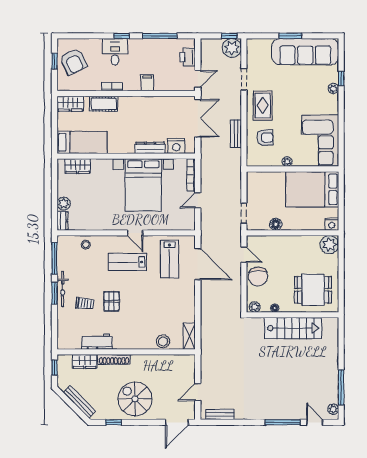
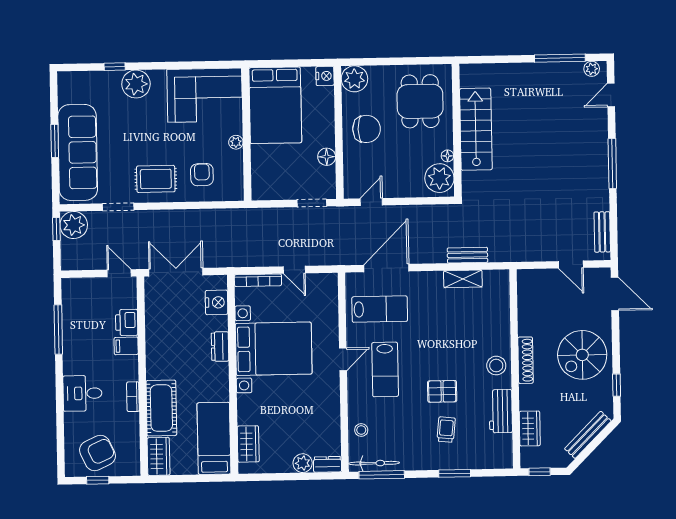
window: (122, 36) -> (59, 384), removed
sofa: (305, 52) -> (78, 152), moved
printer: (188, 57) -> (127, 322), moved, turned 90
plant: (333, 88) -> (136, 84), width x1.87, depth x1.87
cot: (104, 104) -> (161, 408), width x1.37, depth x1.34
bench: (236, 134) -> (467, 255), moved
dresser: (150, 148) -> (220, 347), width x0.70
chair: (258, 277) -> (367, 129), moved
bicycle: (63, 289) -> (374, 463), moved
window: (55, 293) -> (455, 473), moved
plant: (255, 307) -> (439, 178), width x1.87, depth x1.87
shelving: (189, 336) -> (463, 279), moved
stool: (163, 341) -> (496, 366), moved
shoe rack: (114, 359) -> (526, 360), moved
window: (283, 422) -> (612, 164), moved

